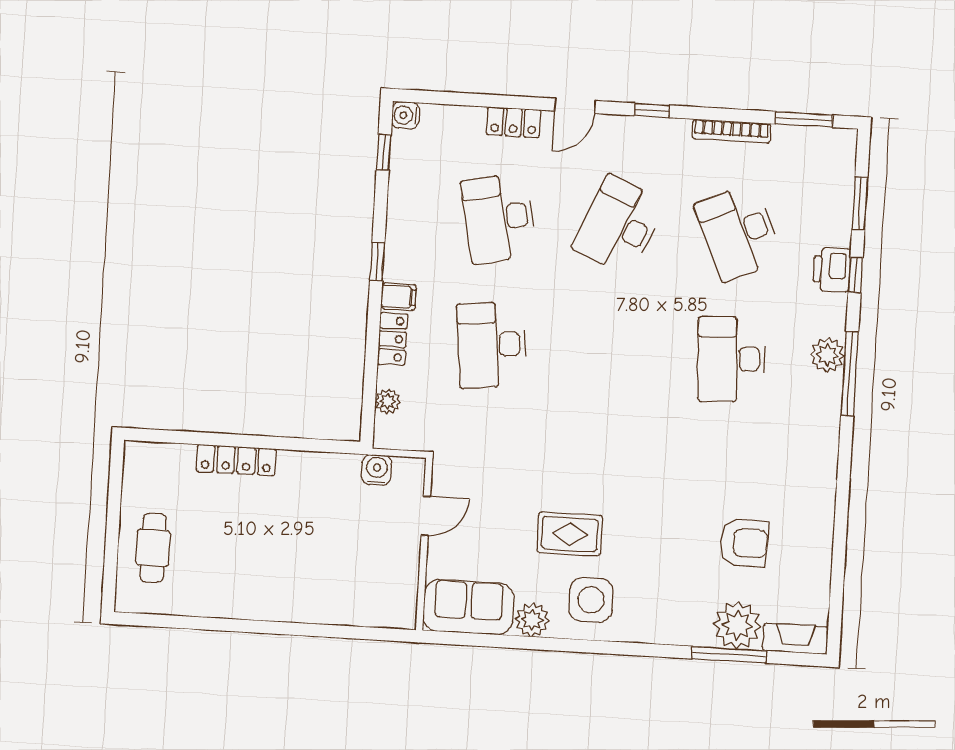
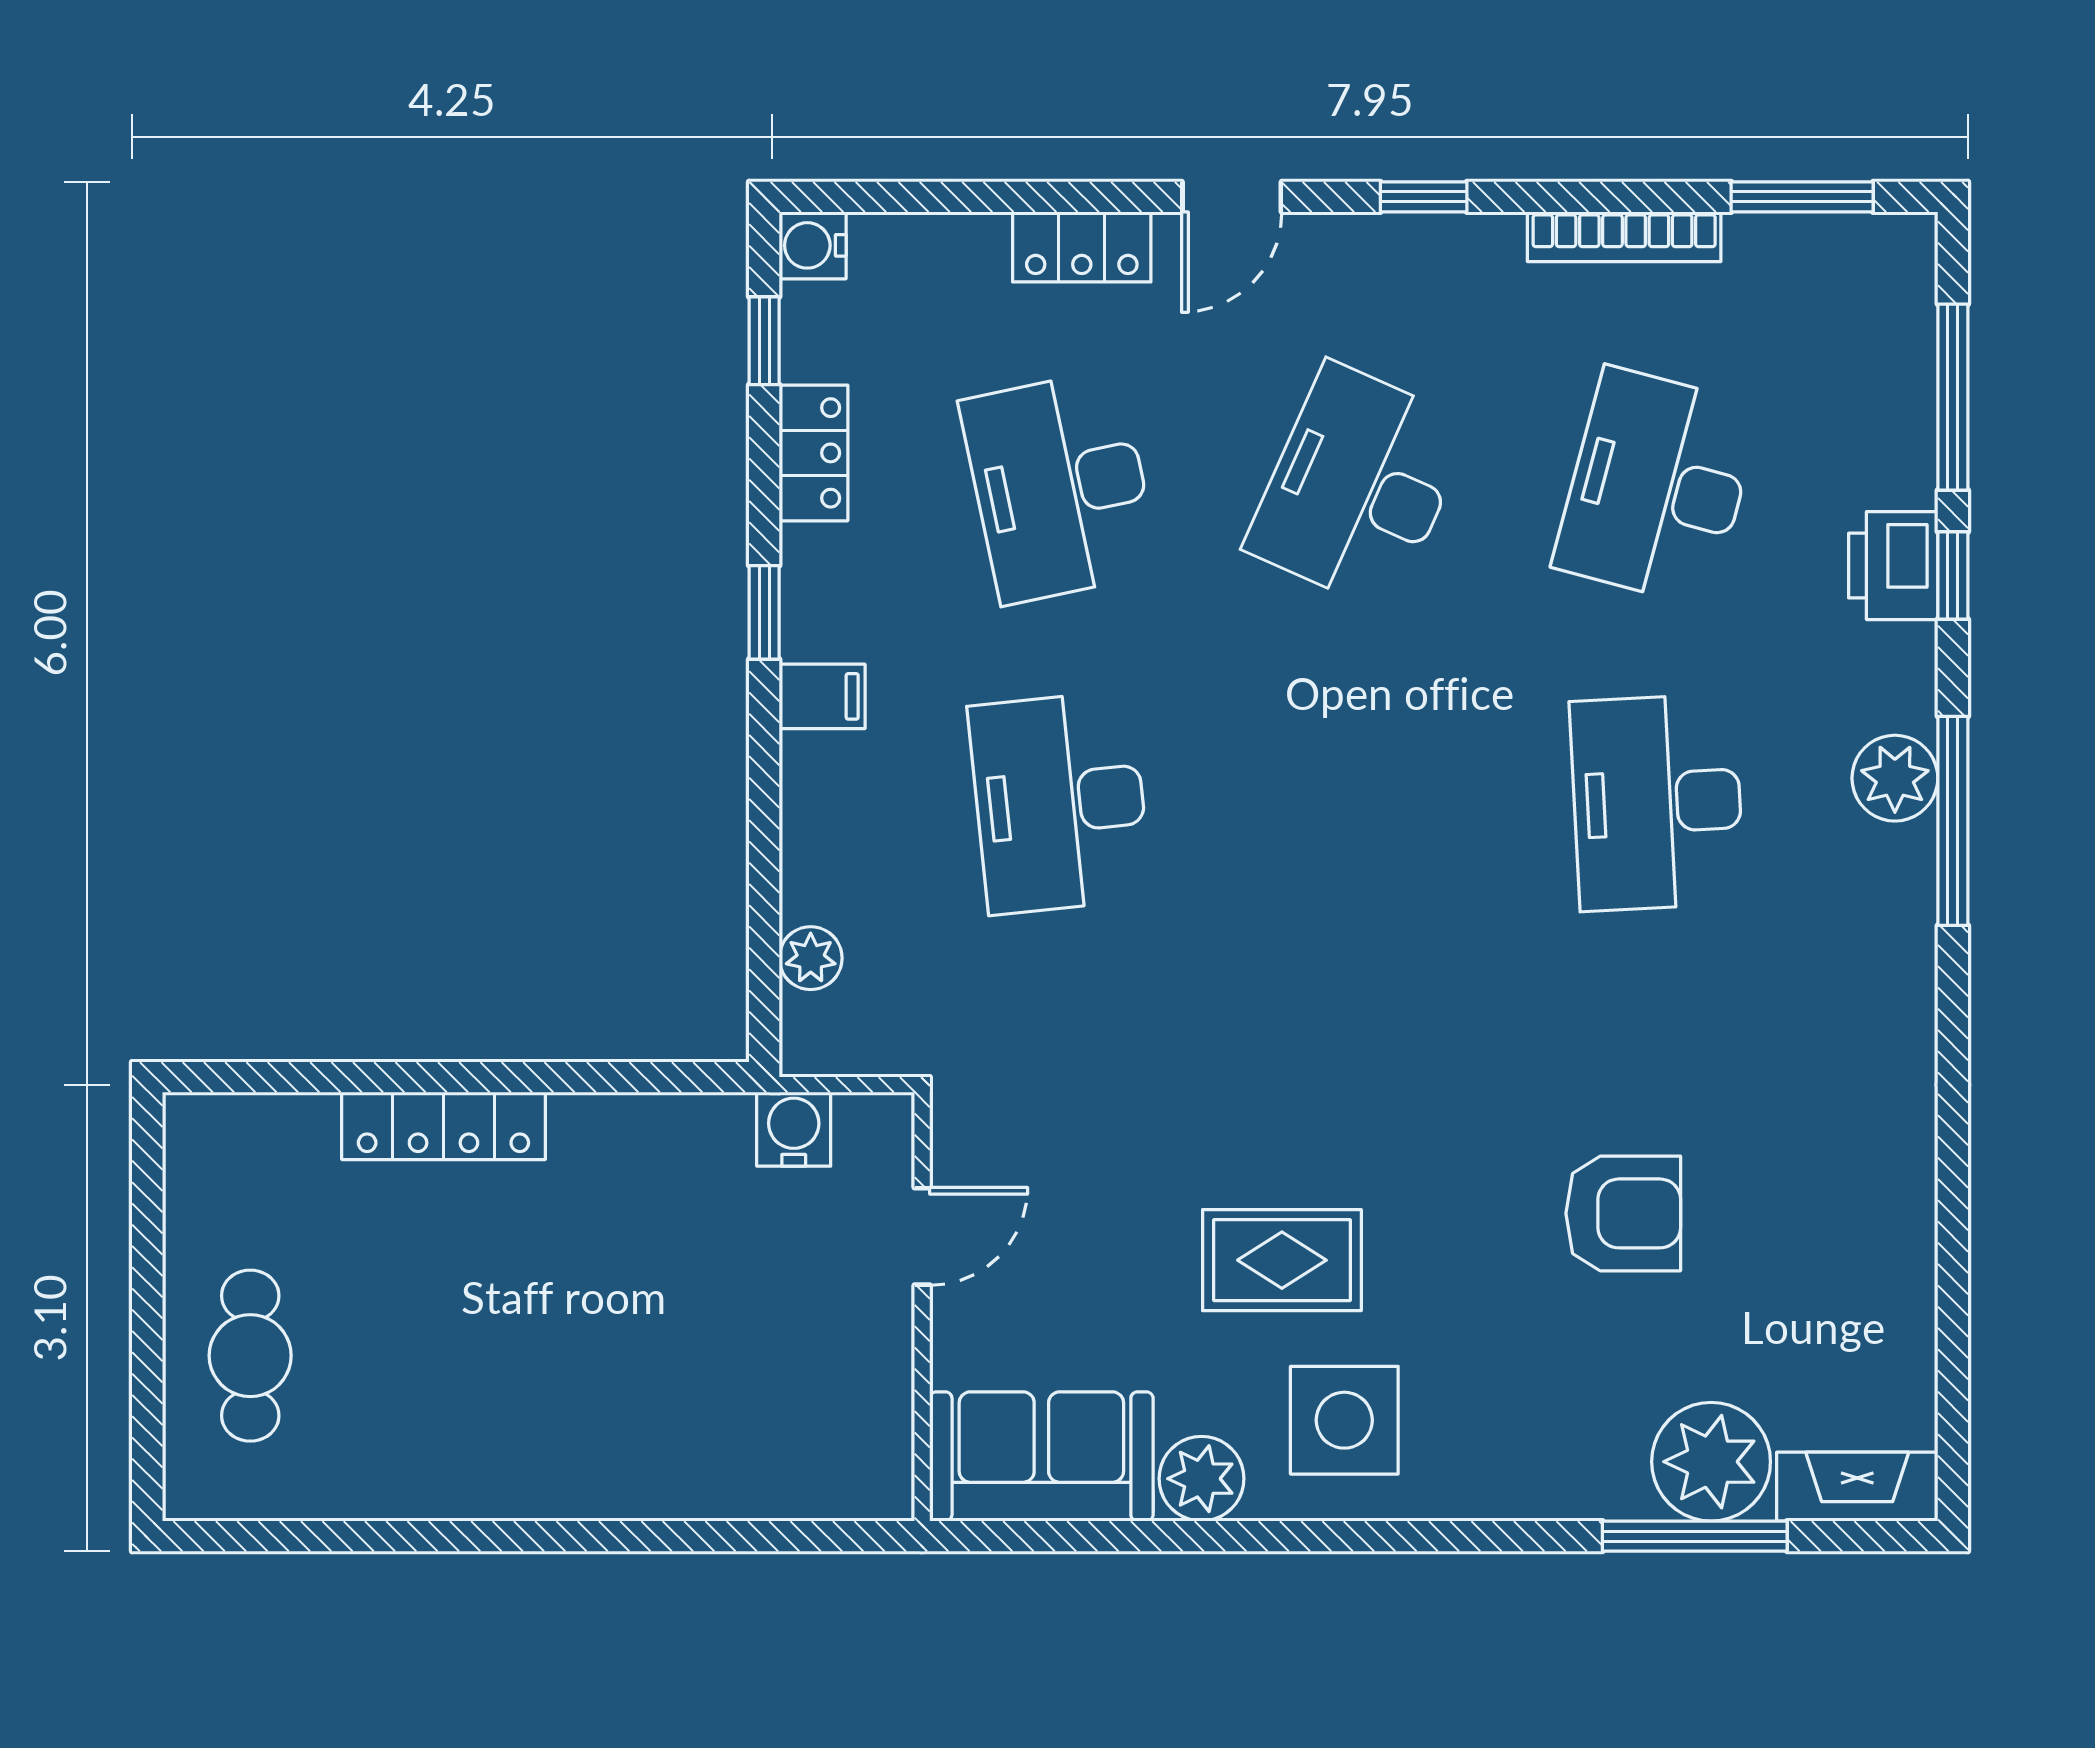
window: (860, 203) -> (1953, 397), width x1.44
desk: (739, 232) -> (1657, 487), turned 39
locker: (393, 339) -> (814, 453), moved
armchair: (744, 543) -> (1623, 1213), moved

